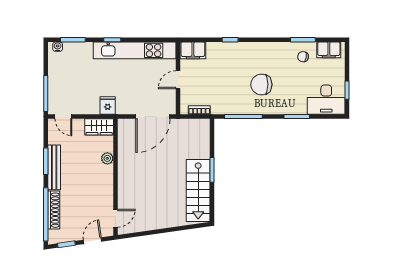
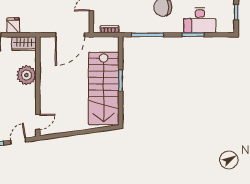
desk: (326, 100) -> (200, 20), moved
fridge: (108, 105) -> (13, 25), moved
plant: (107, 158) -> (26, 75), width x1.88, depth x1.88
stairs: (198, 191) -> (104, 88), width x1.36, depth x1.51

